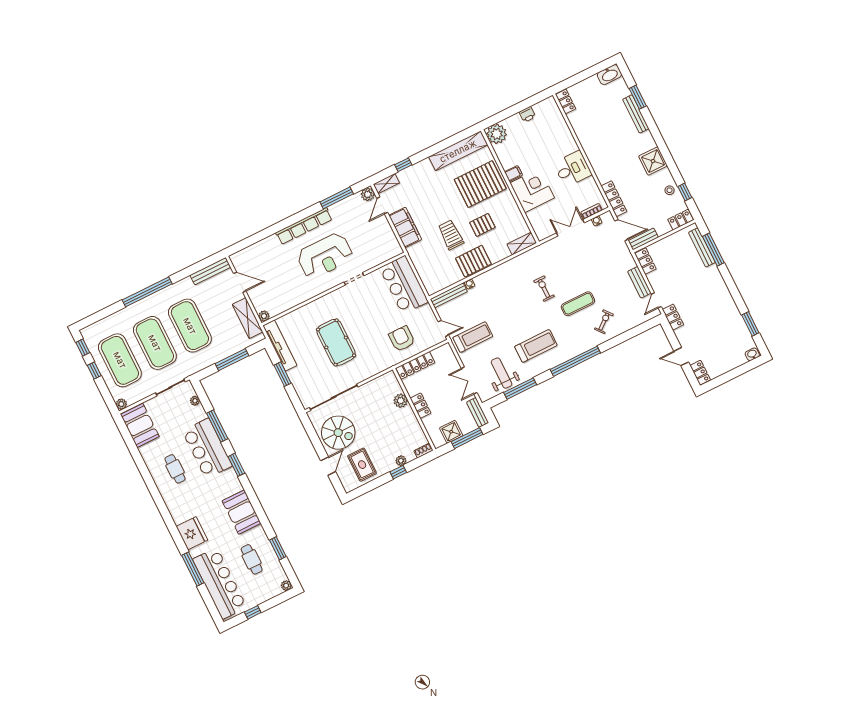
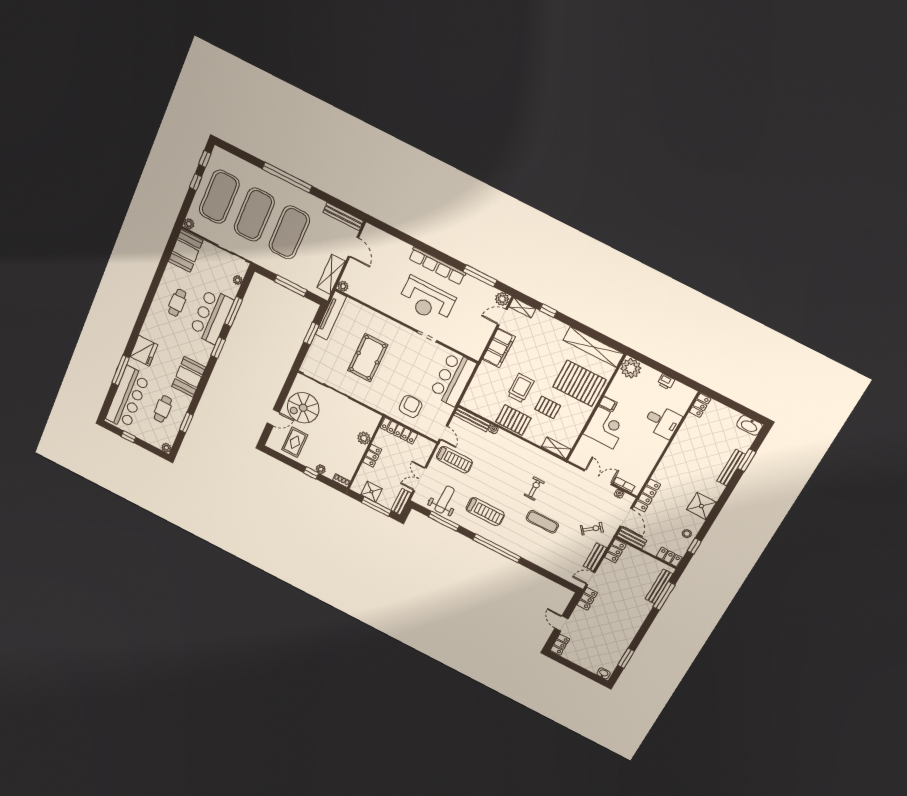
desk: (573, 169) -> (662, 422), moved
exercise bike: (604, 322) -> (592, 529), moved
spiral stairs: (338, 433) -> (303, 408), turned 90

